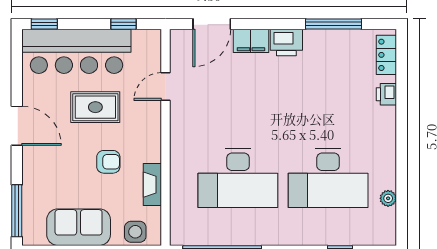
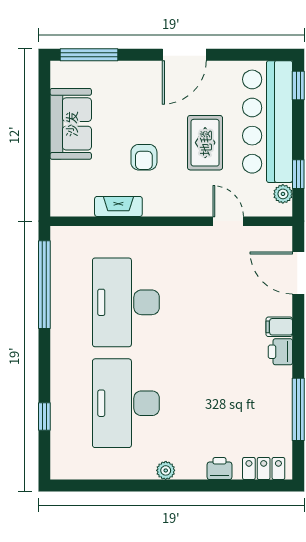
plant: (141, 38) -> (283, 194), added
filing cabinet: (251, 41) -> (279, 327), width x0.50
printer: (286, 42) -> (280, 352), width x0.73, depth x0.81
plant: (388, 198) -> (166, 470), moved
side table: (135, 232) -> (66, 187), removed

